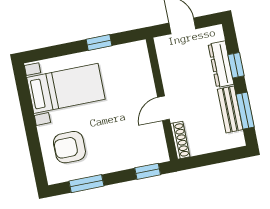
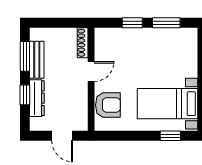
window: (99, 42) -> (170, 136), moved
armchair: (69, 147) -> (108, 105), moved
window: (148, 171) -> (132, 23), moved

